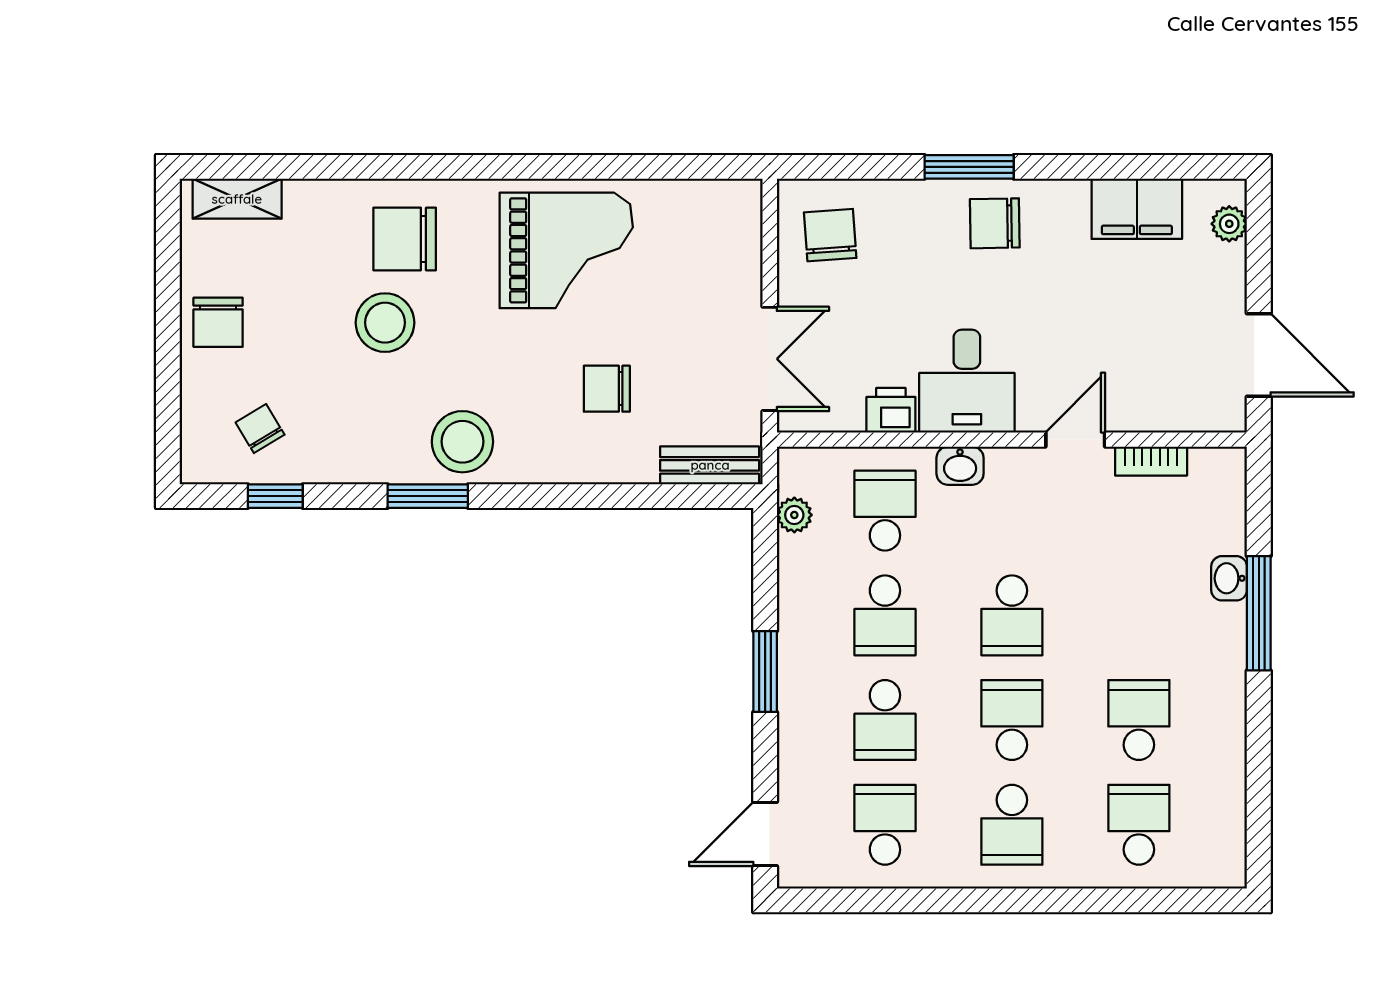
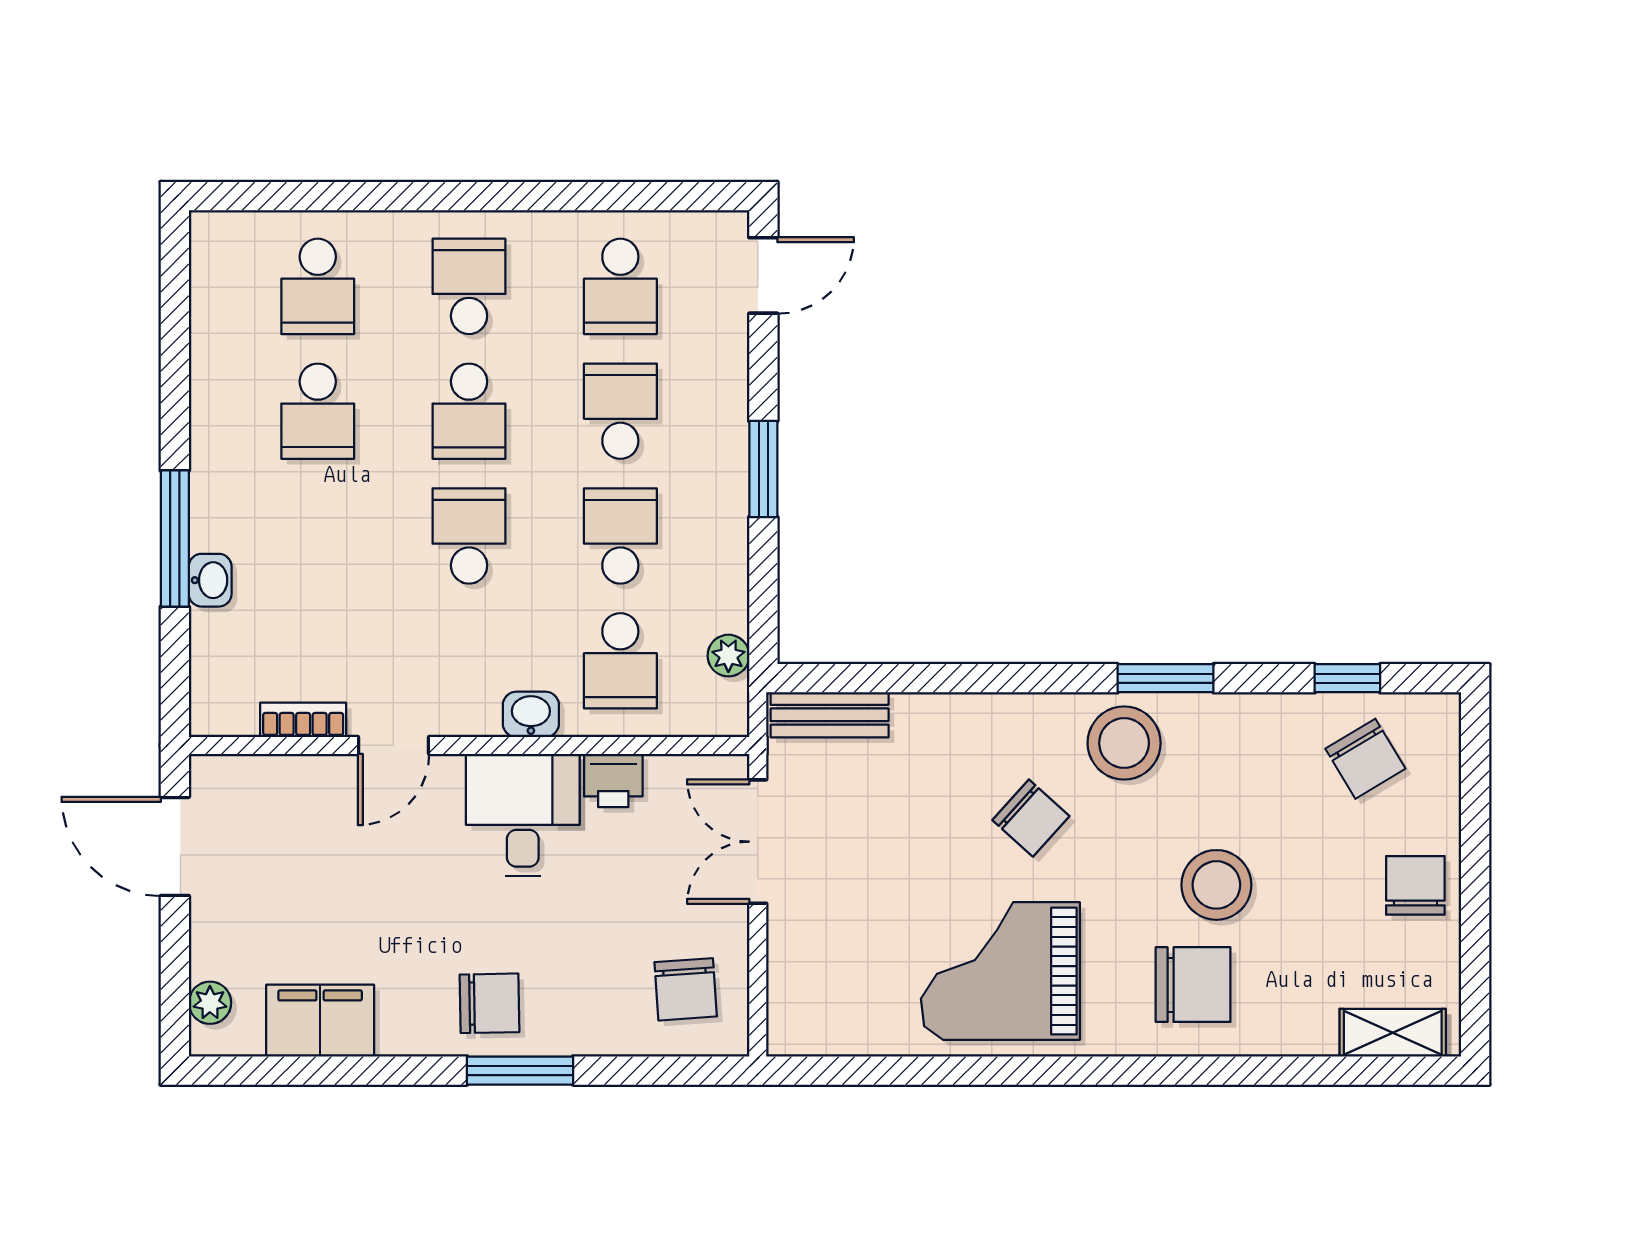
chair: (607, 389) -> (1031, 818), moved, turned 42
chair: (260, 429) -> (1365, 759), width x1.37, depth x1.37

